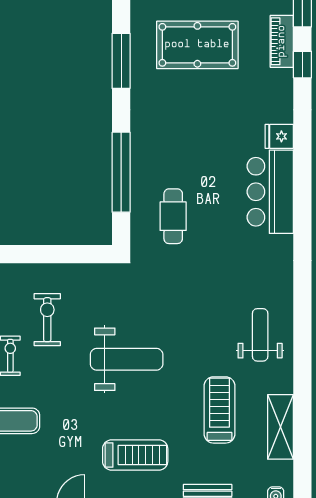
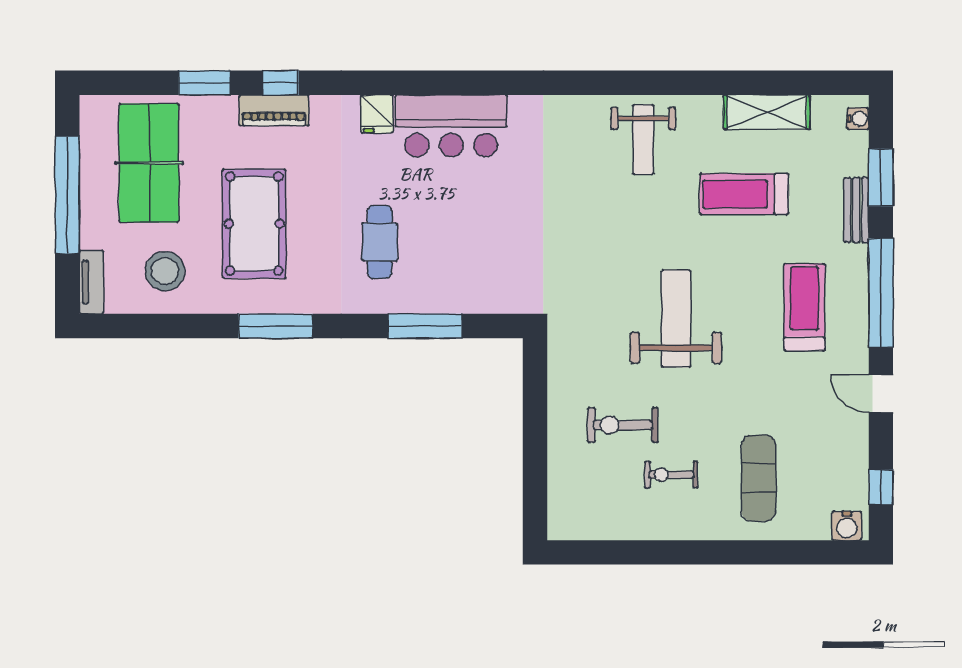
piano: (282, 41) -> (274, 110), moved
window: (121, 172) -> (425, 326), width x0.68
cafe table: (173, 216) -> (380, 242), moved, turned 90
weight bench: (260, 335) -> (643, 139), turned -90

